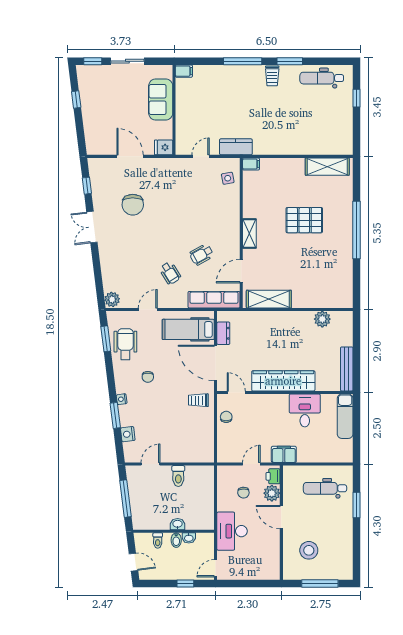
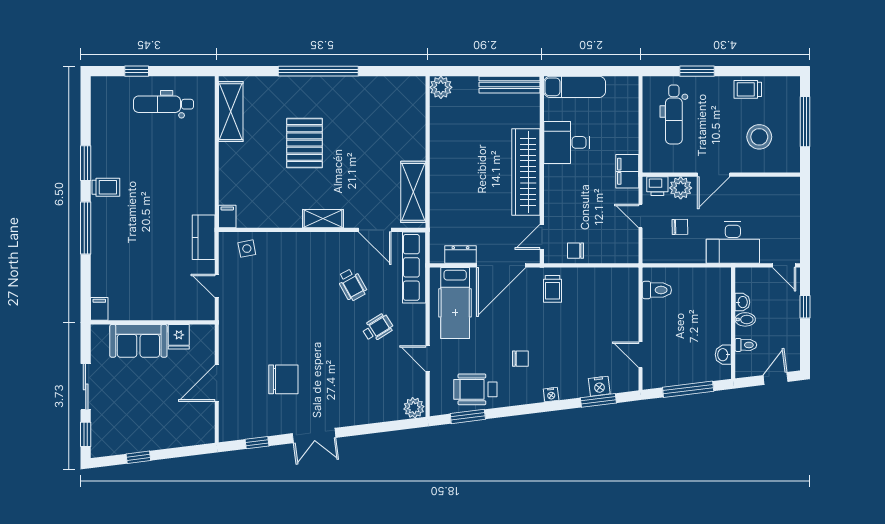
dental chair: (322, 78) -> (164, 104), moved, turned 90
fridge: (164, 147) -> (179, 337), moved
plant: (322, 319) -> (441, 87), moved
window: (115, 415) -> (598, 400), moved
toilet: (178, 476) -> (657, 290), moved
washbasin: (178, 524) -> (723, 355), moved
trolley: (343, 542) -> (748, 89), added

